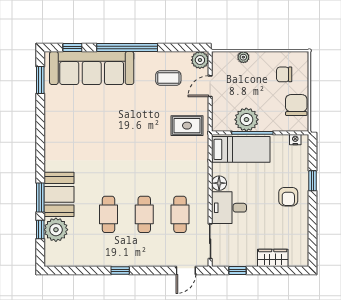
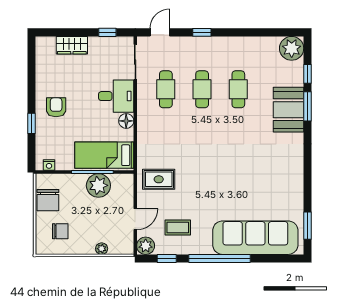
window: (72, 47) -> (167, 259), moved
plant: (56, 230) -> (292, 48), moved
window: (120, 271) -> (202, 32), moved

